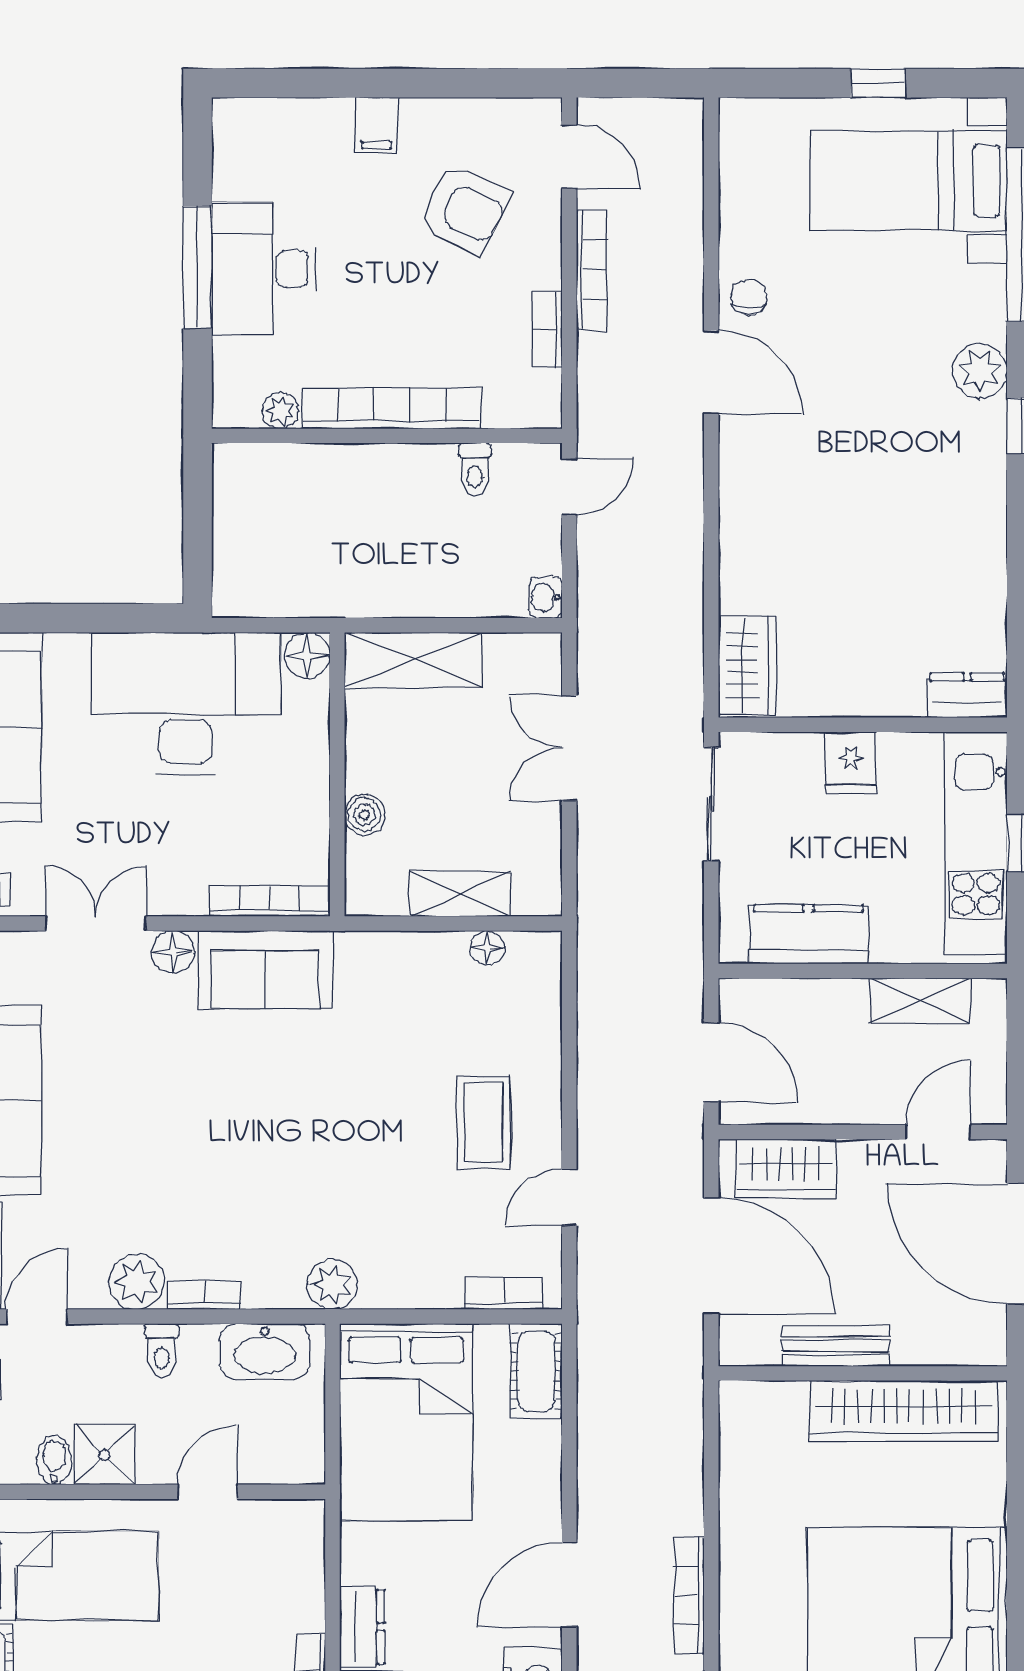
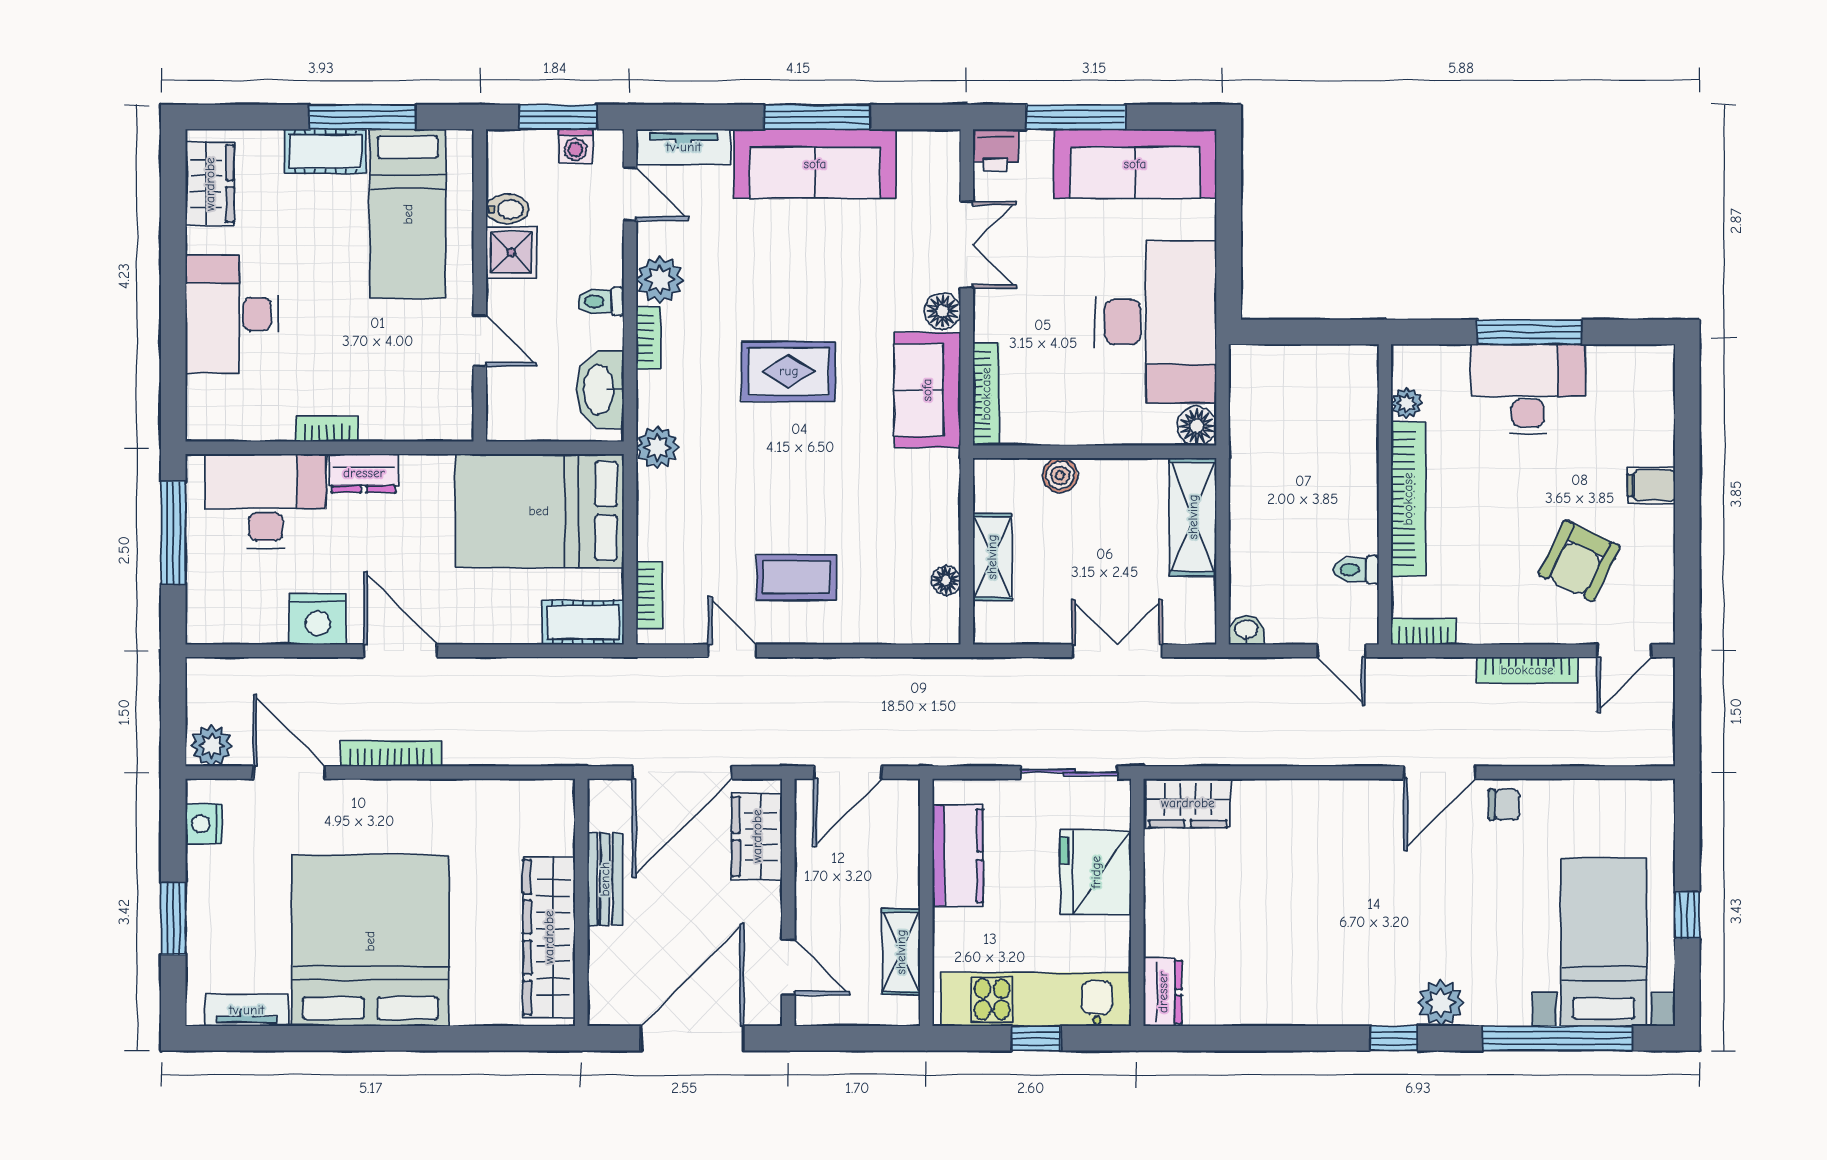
bookcase: (547, 330) -> (1423, 632), moved
fridge: (851, 763) -> (1096, 872), width x1.88, depth x1.34
rug: (243, 1131) -> (789, 371), added

